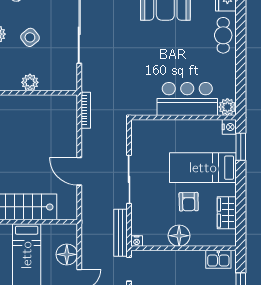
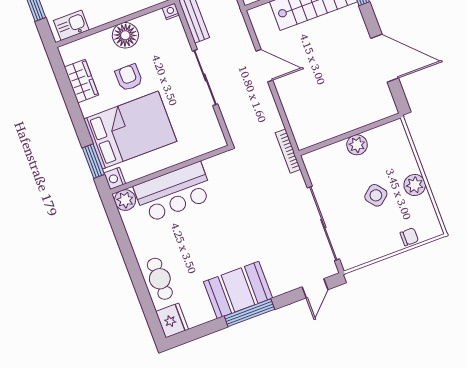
bookcase: (86, 110) -> (288, 151), moved
bed: (203, 168) -> (130, 130), width x1.50

